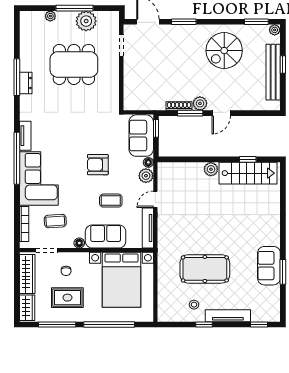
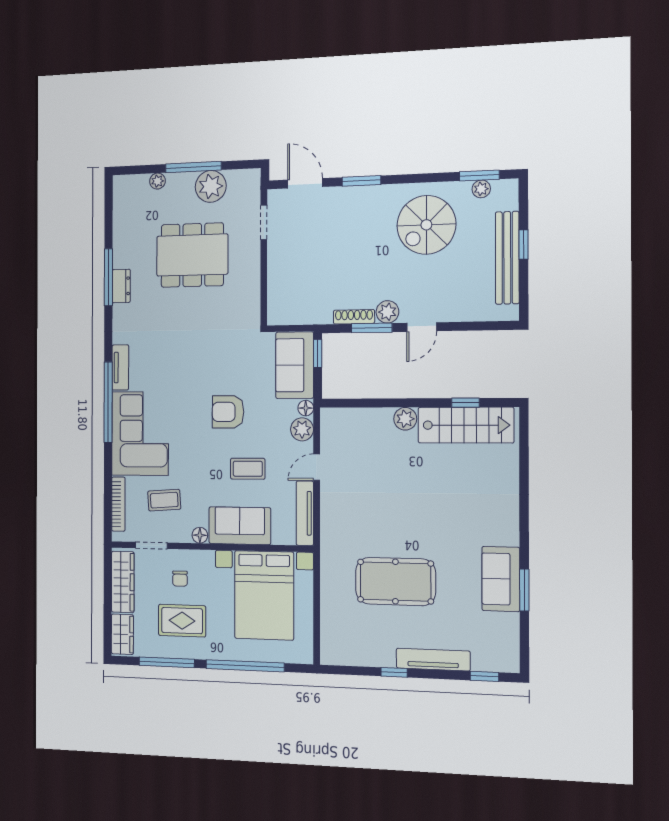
plant: (275, 30) -> (481, 189), moved
stool: (194, 305) -> (378, 639), removed

